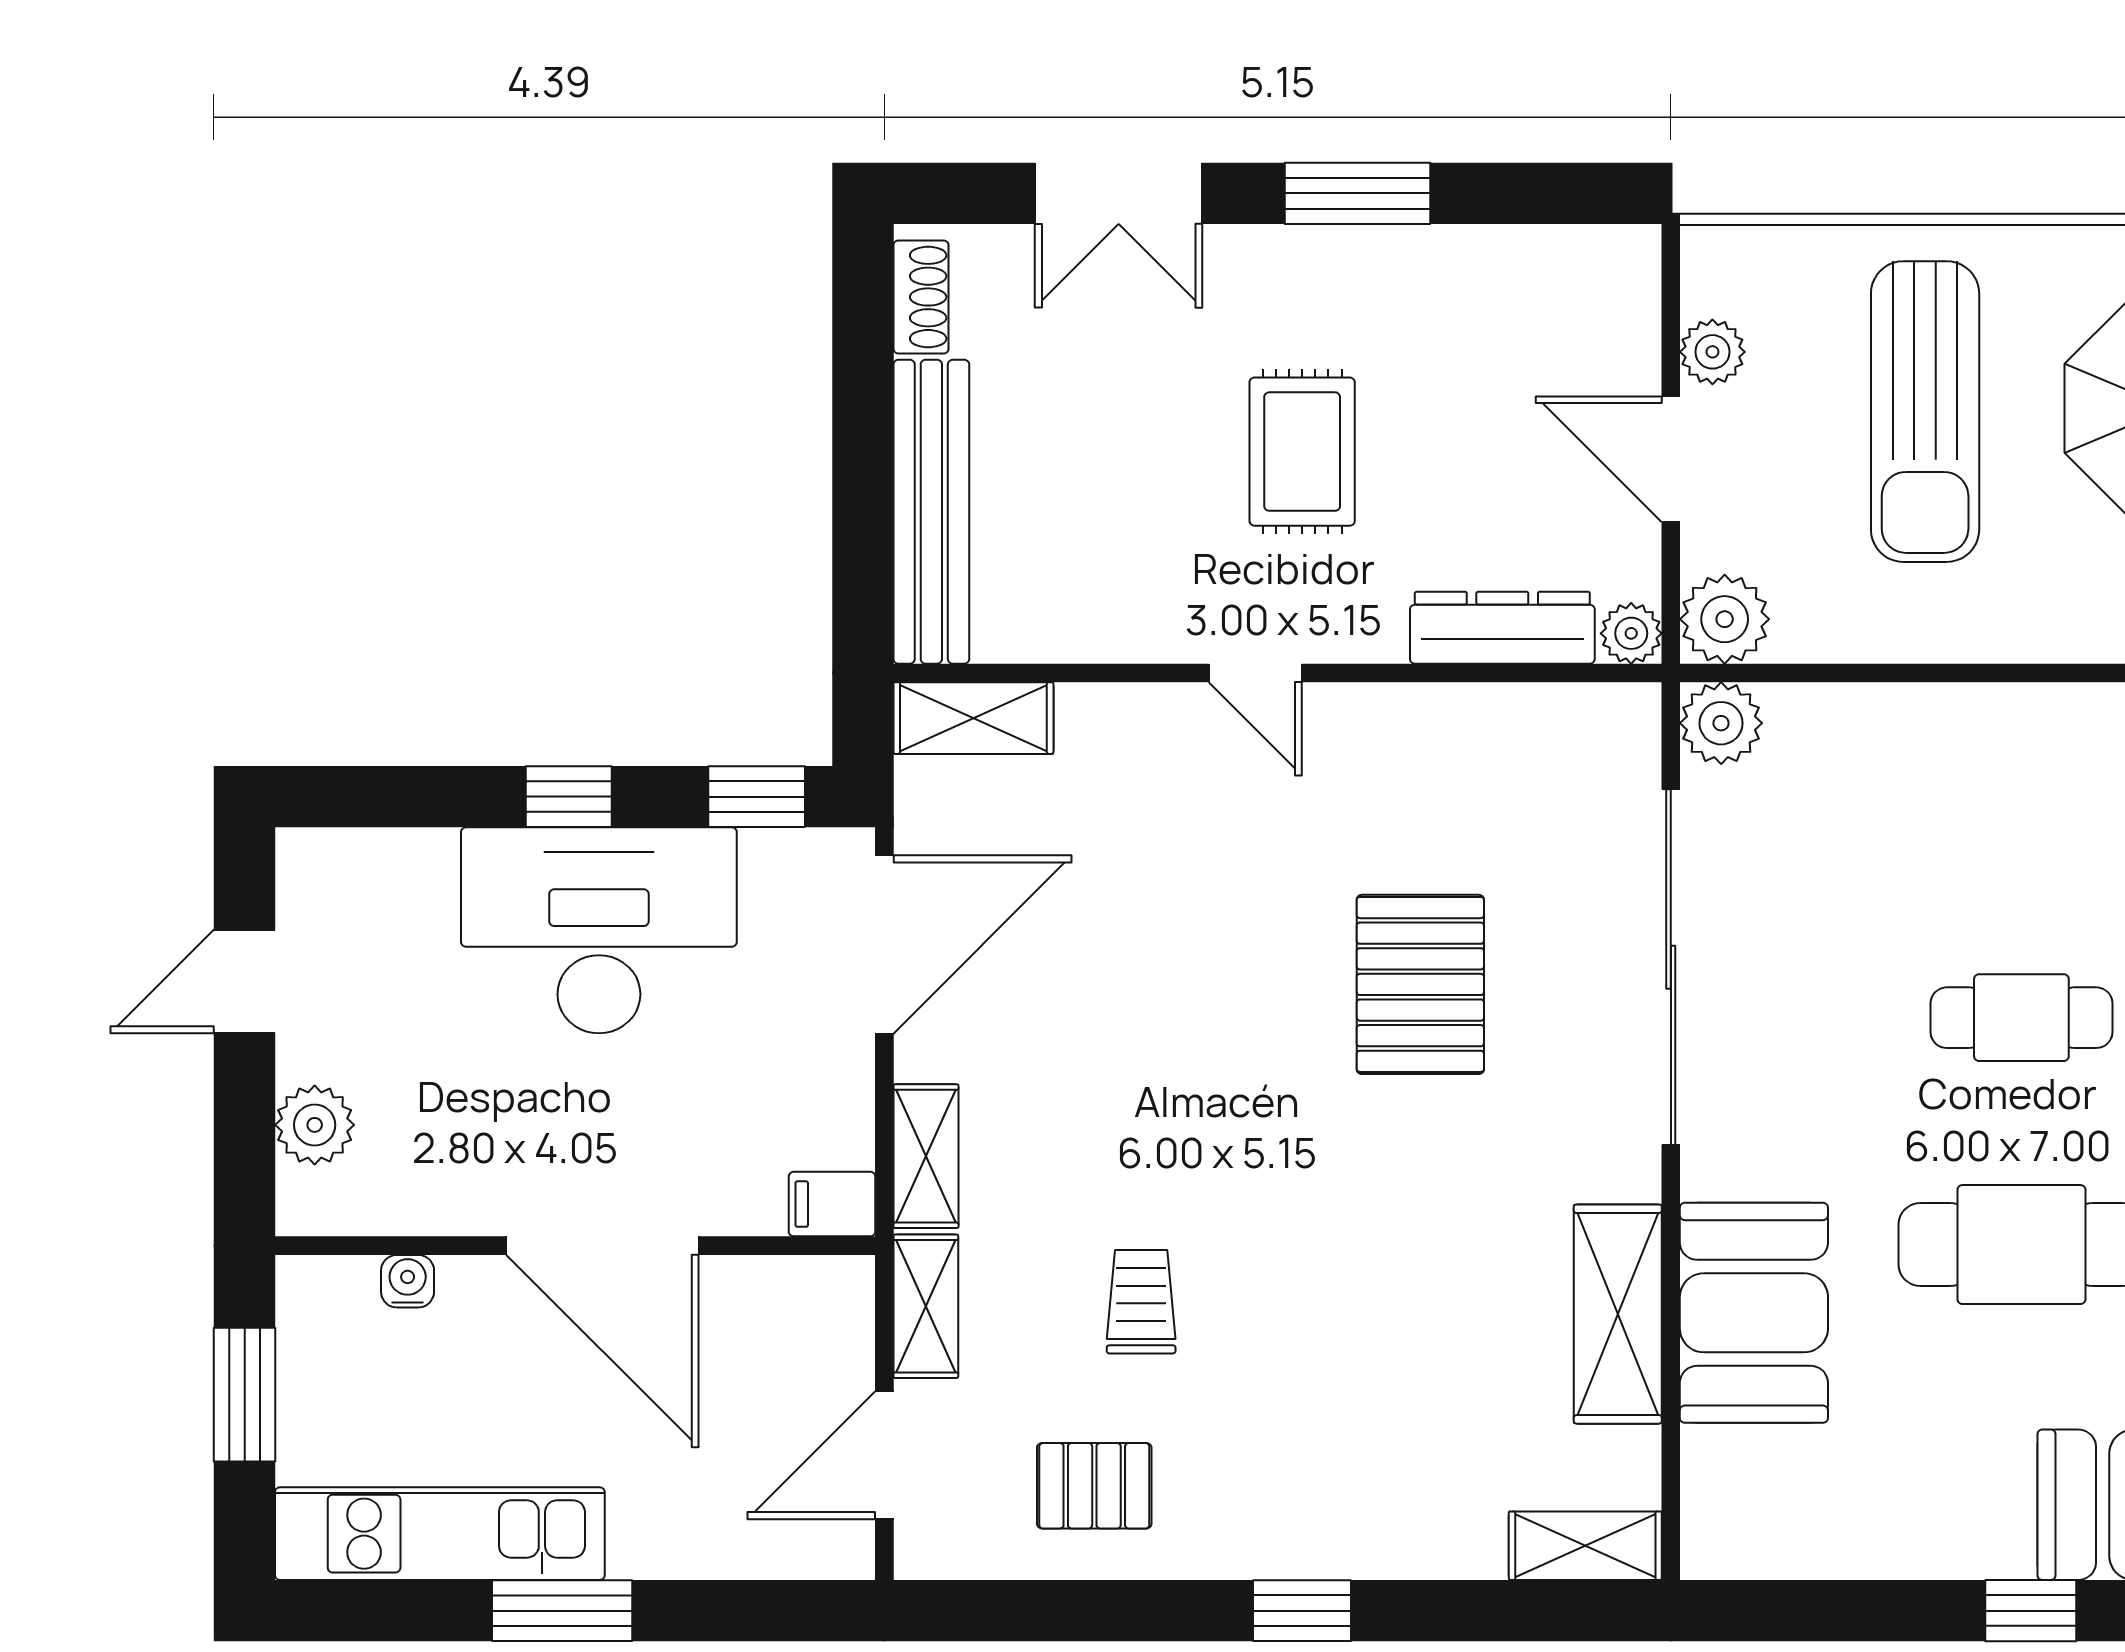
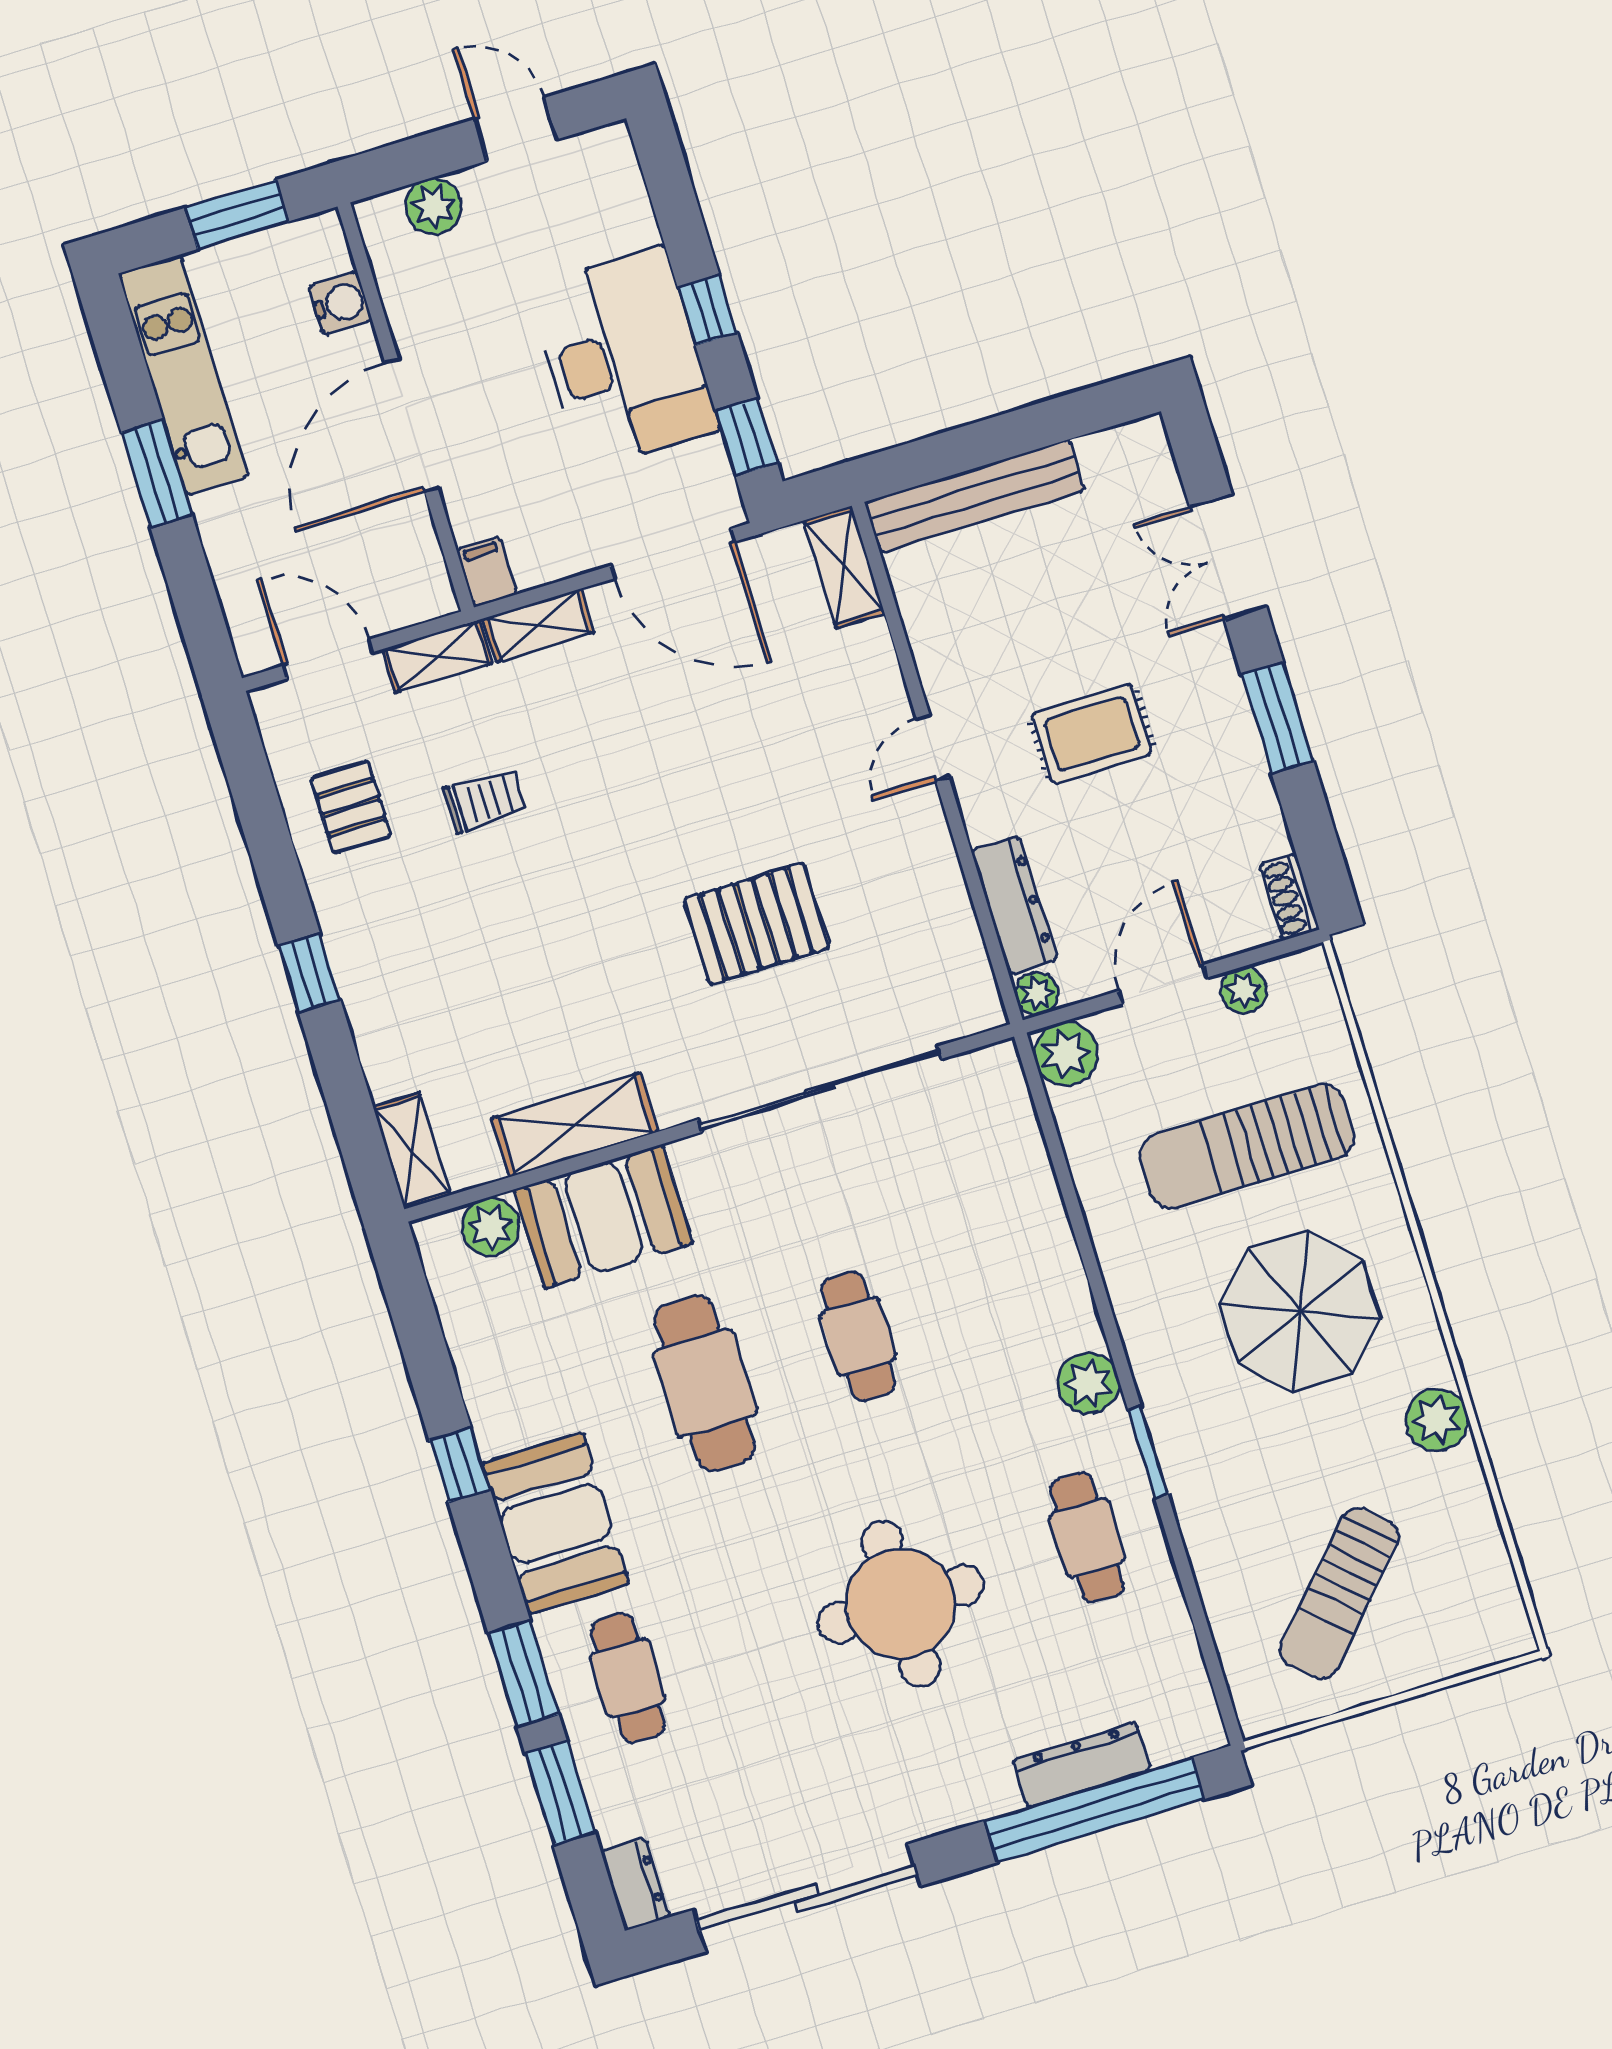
shoe rack: (921, 297) -> (1289, 897), moved, turned 90
plant: (1721, 723) -> (491, 1227), moved
water cooler: (408, 1281) -> (340, 303), width x1.38, depth x1.38

